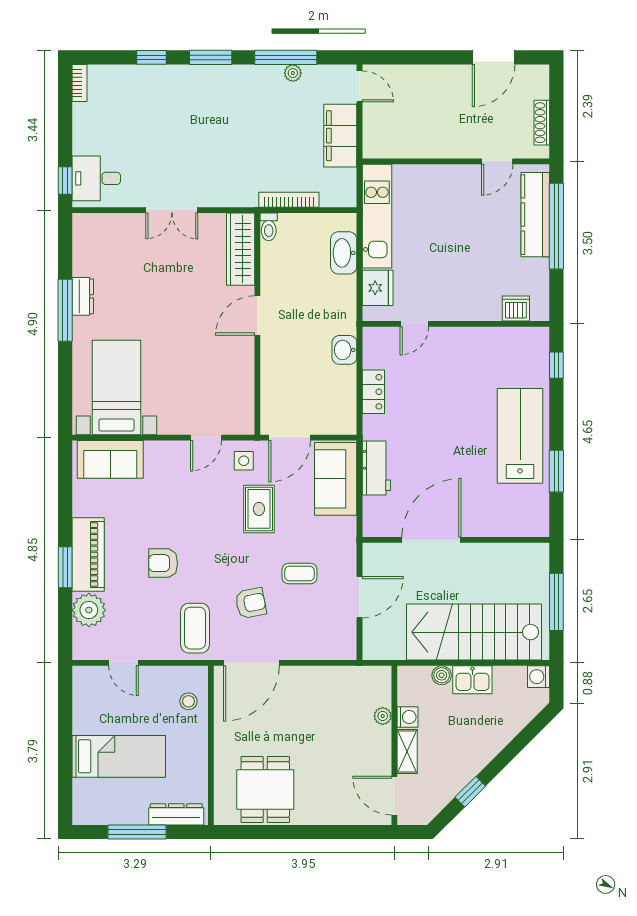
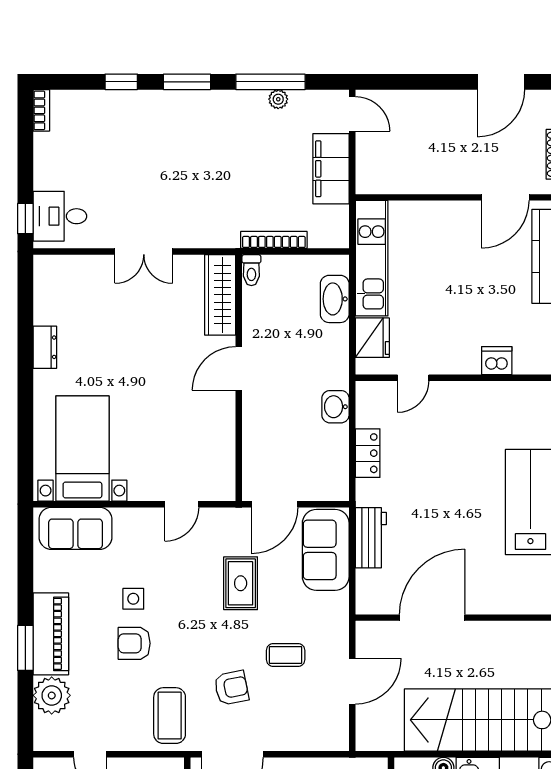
door: (497, 161) -> (505, 197), width x1.38
dishwasher: (516, 308) -> (497, 361), moved
window: (65, 310) -> (25, 363), removed
side table: (244, 461) -> (133, 599), moved

